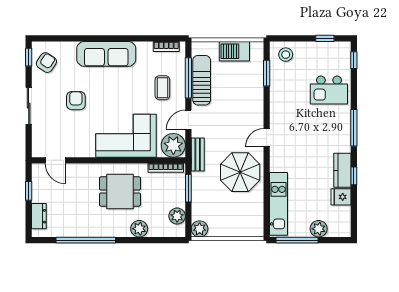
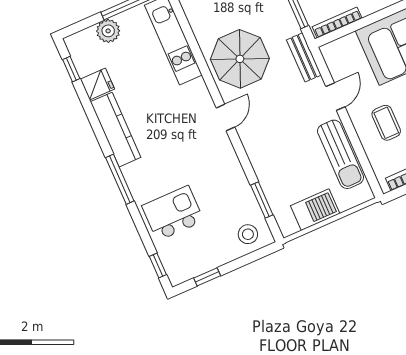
window: (188, 78) -> (359, 150), removed
plant: (173, 145) -> (340, 55), removed
kitchen counter: (342, 170) -> (116, 130), width x1.50
window: (354, 176) -> (71, 69), moved

